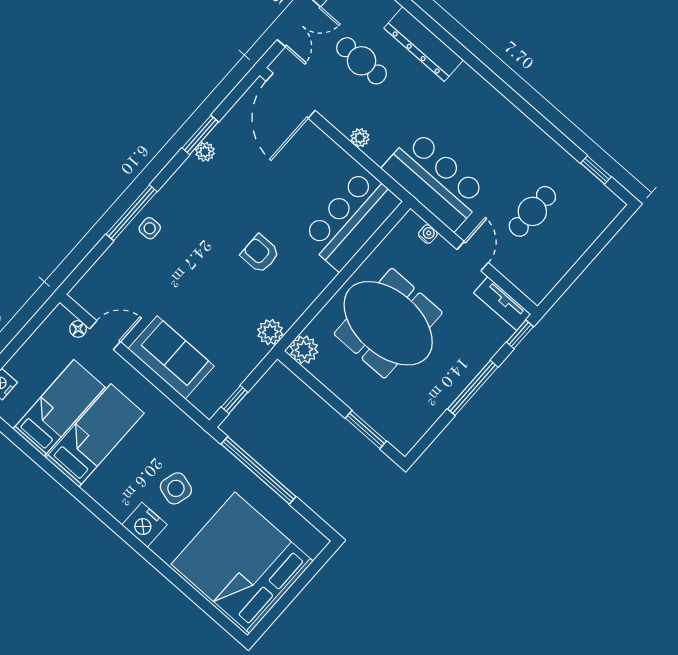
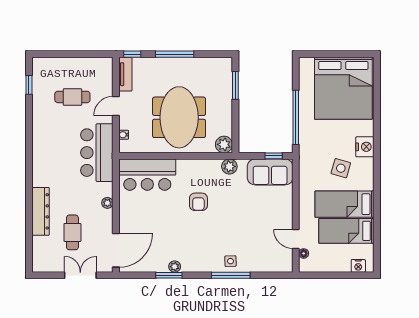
sofa: (171, 357) -> (270, 172), moved, turned -90
side table: (176, 488) -> (341, 168), moved

